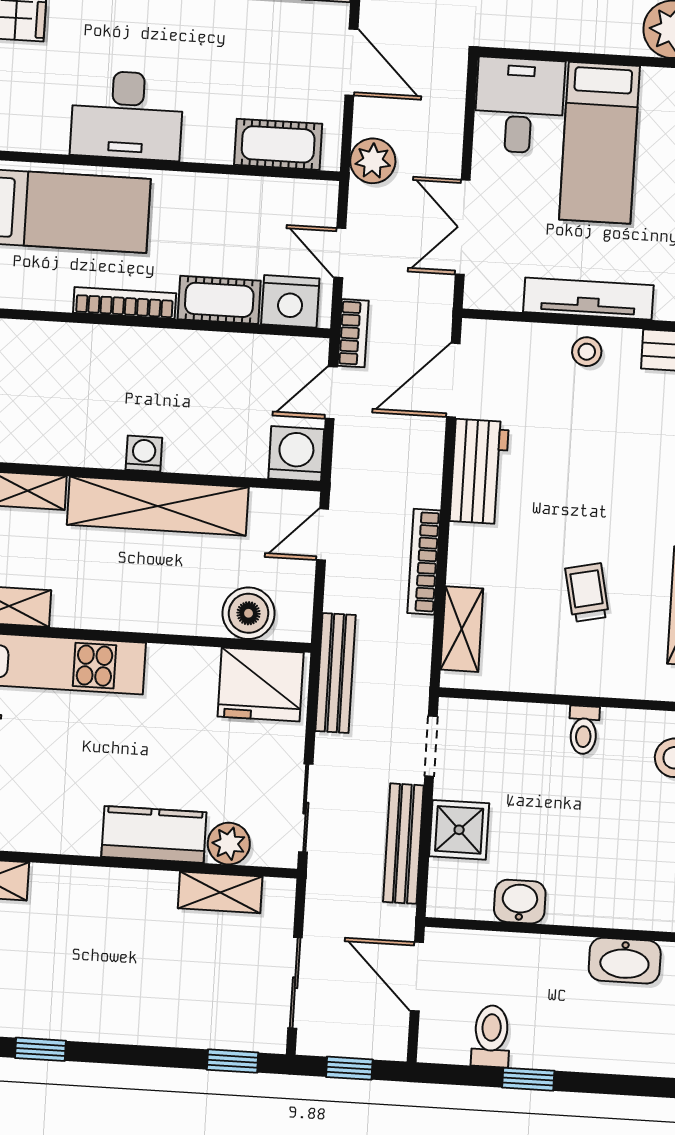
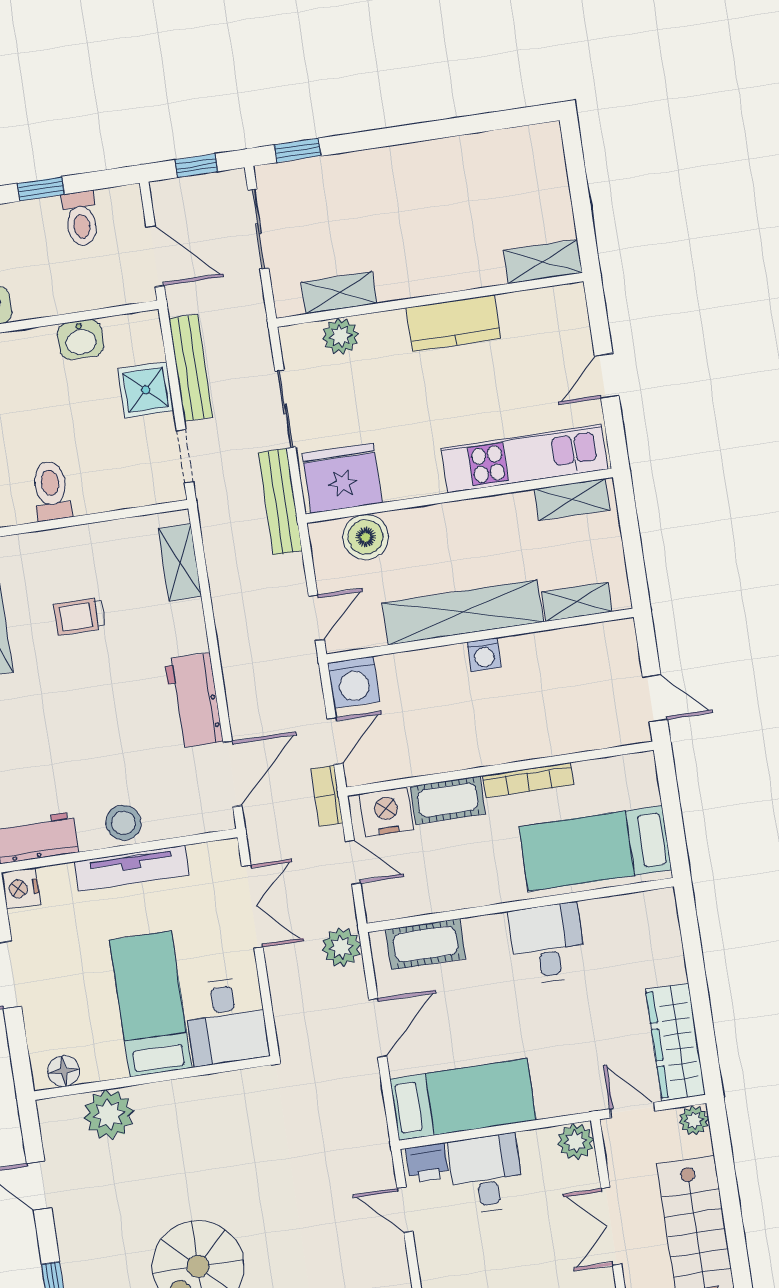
door: (351, 62) -> (378, 1028), swing flipped
desk: (127, 115) -> (547, 943), width x0.73
stool: (587, 352) -> (123, 823), width x1.37, depth x1.37
bookcase: (424, 562) -> (225, 613), removed
trolley: (587, 593) -> (79, 616), turned 102
toilet: (584, 730) -> (51, 491), width x1.37, depth x1.39
sliding door: (306, 808) -> (285, 409), moved
kitchen counter: (154, 834) -> (453, 323), moved
window: (40, 1049) -> (464, 126), removed

